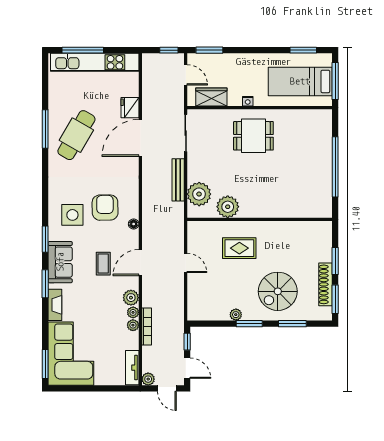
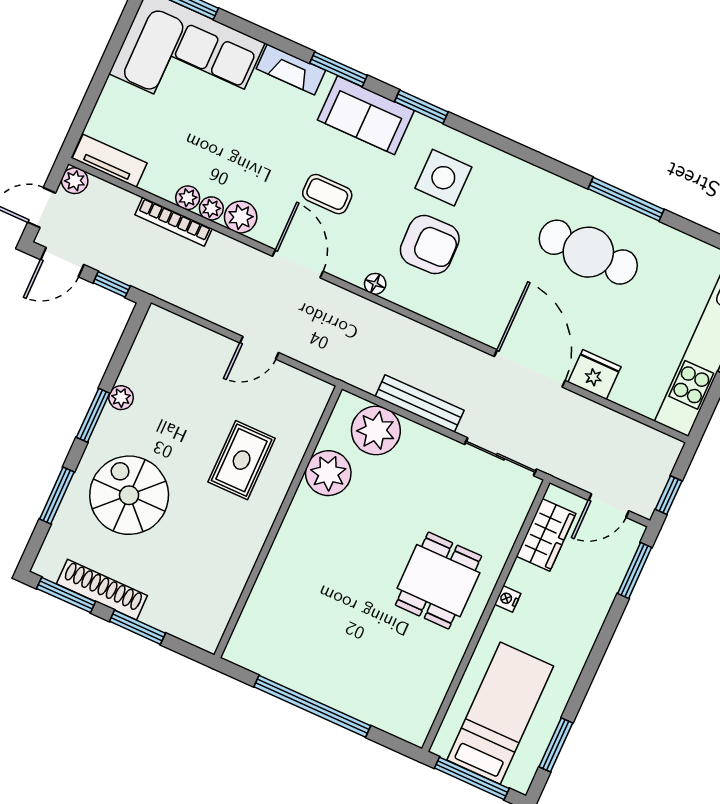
cafe table: (76, 135) -> (588, 252), turned -30

